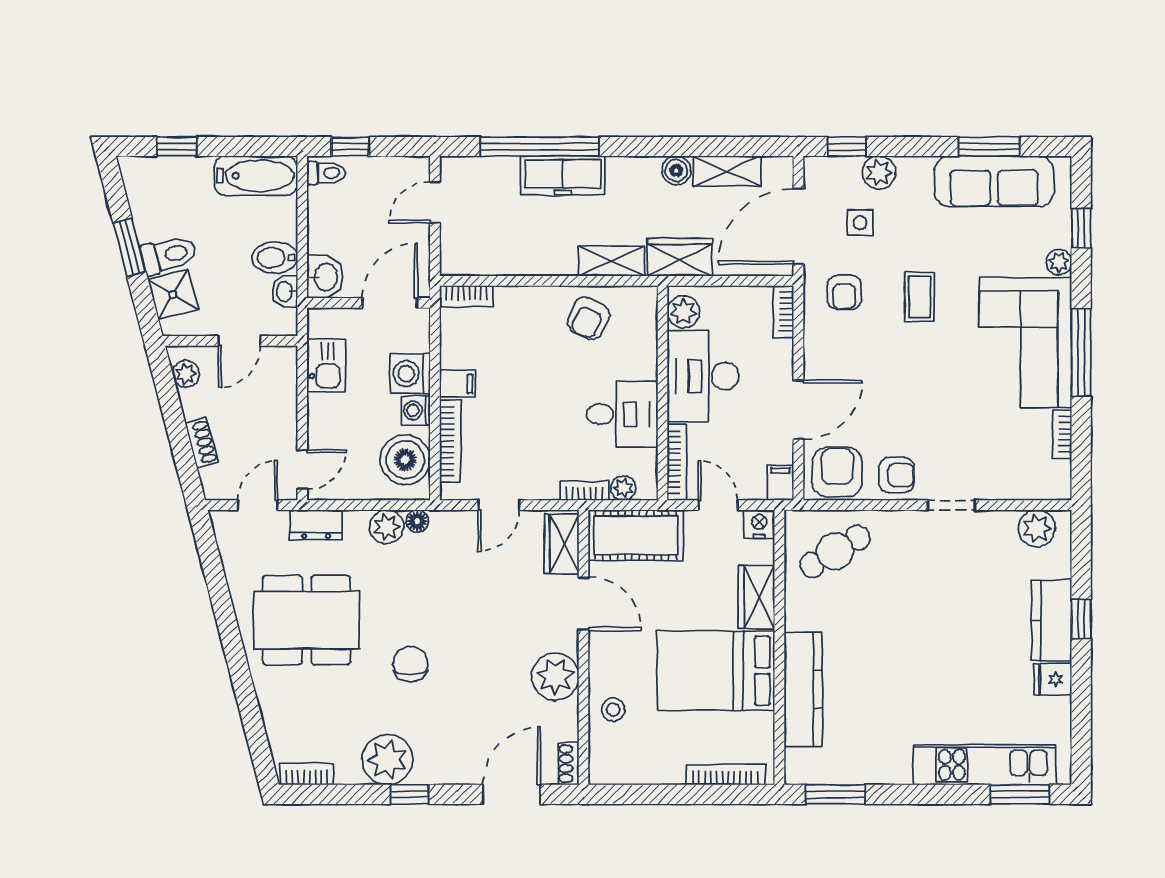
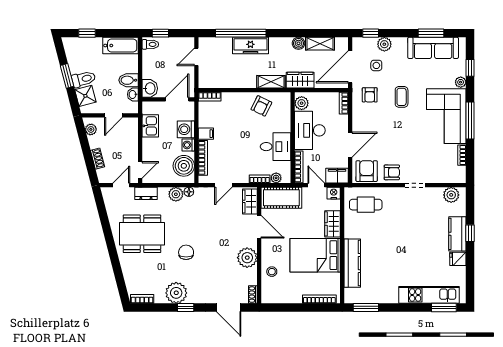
filing cabinet: (780, 483) -> (337, 176), width x2.00
cafe table: (835, 551) -> (366, 205), turned 31
door: (511, 794) -> (229, 308), swing flipped

